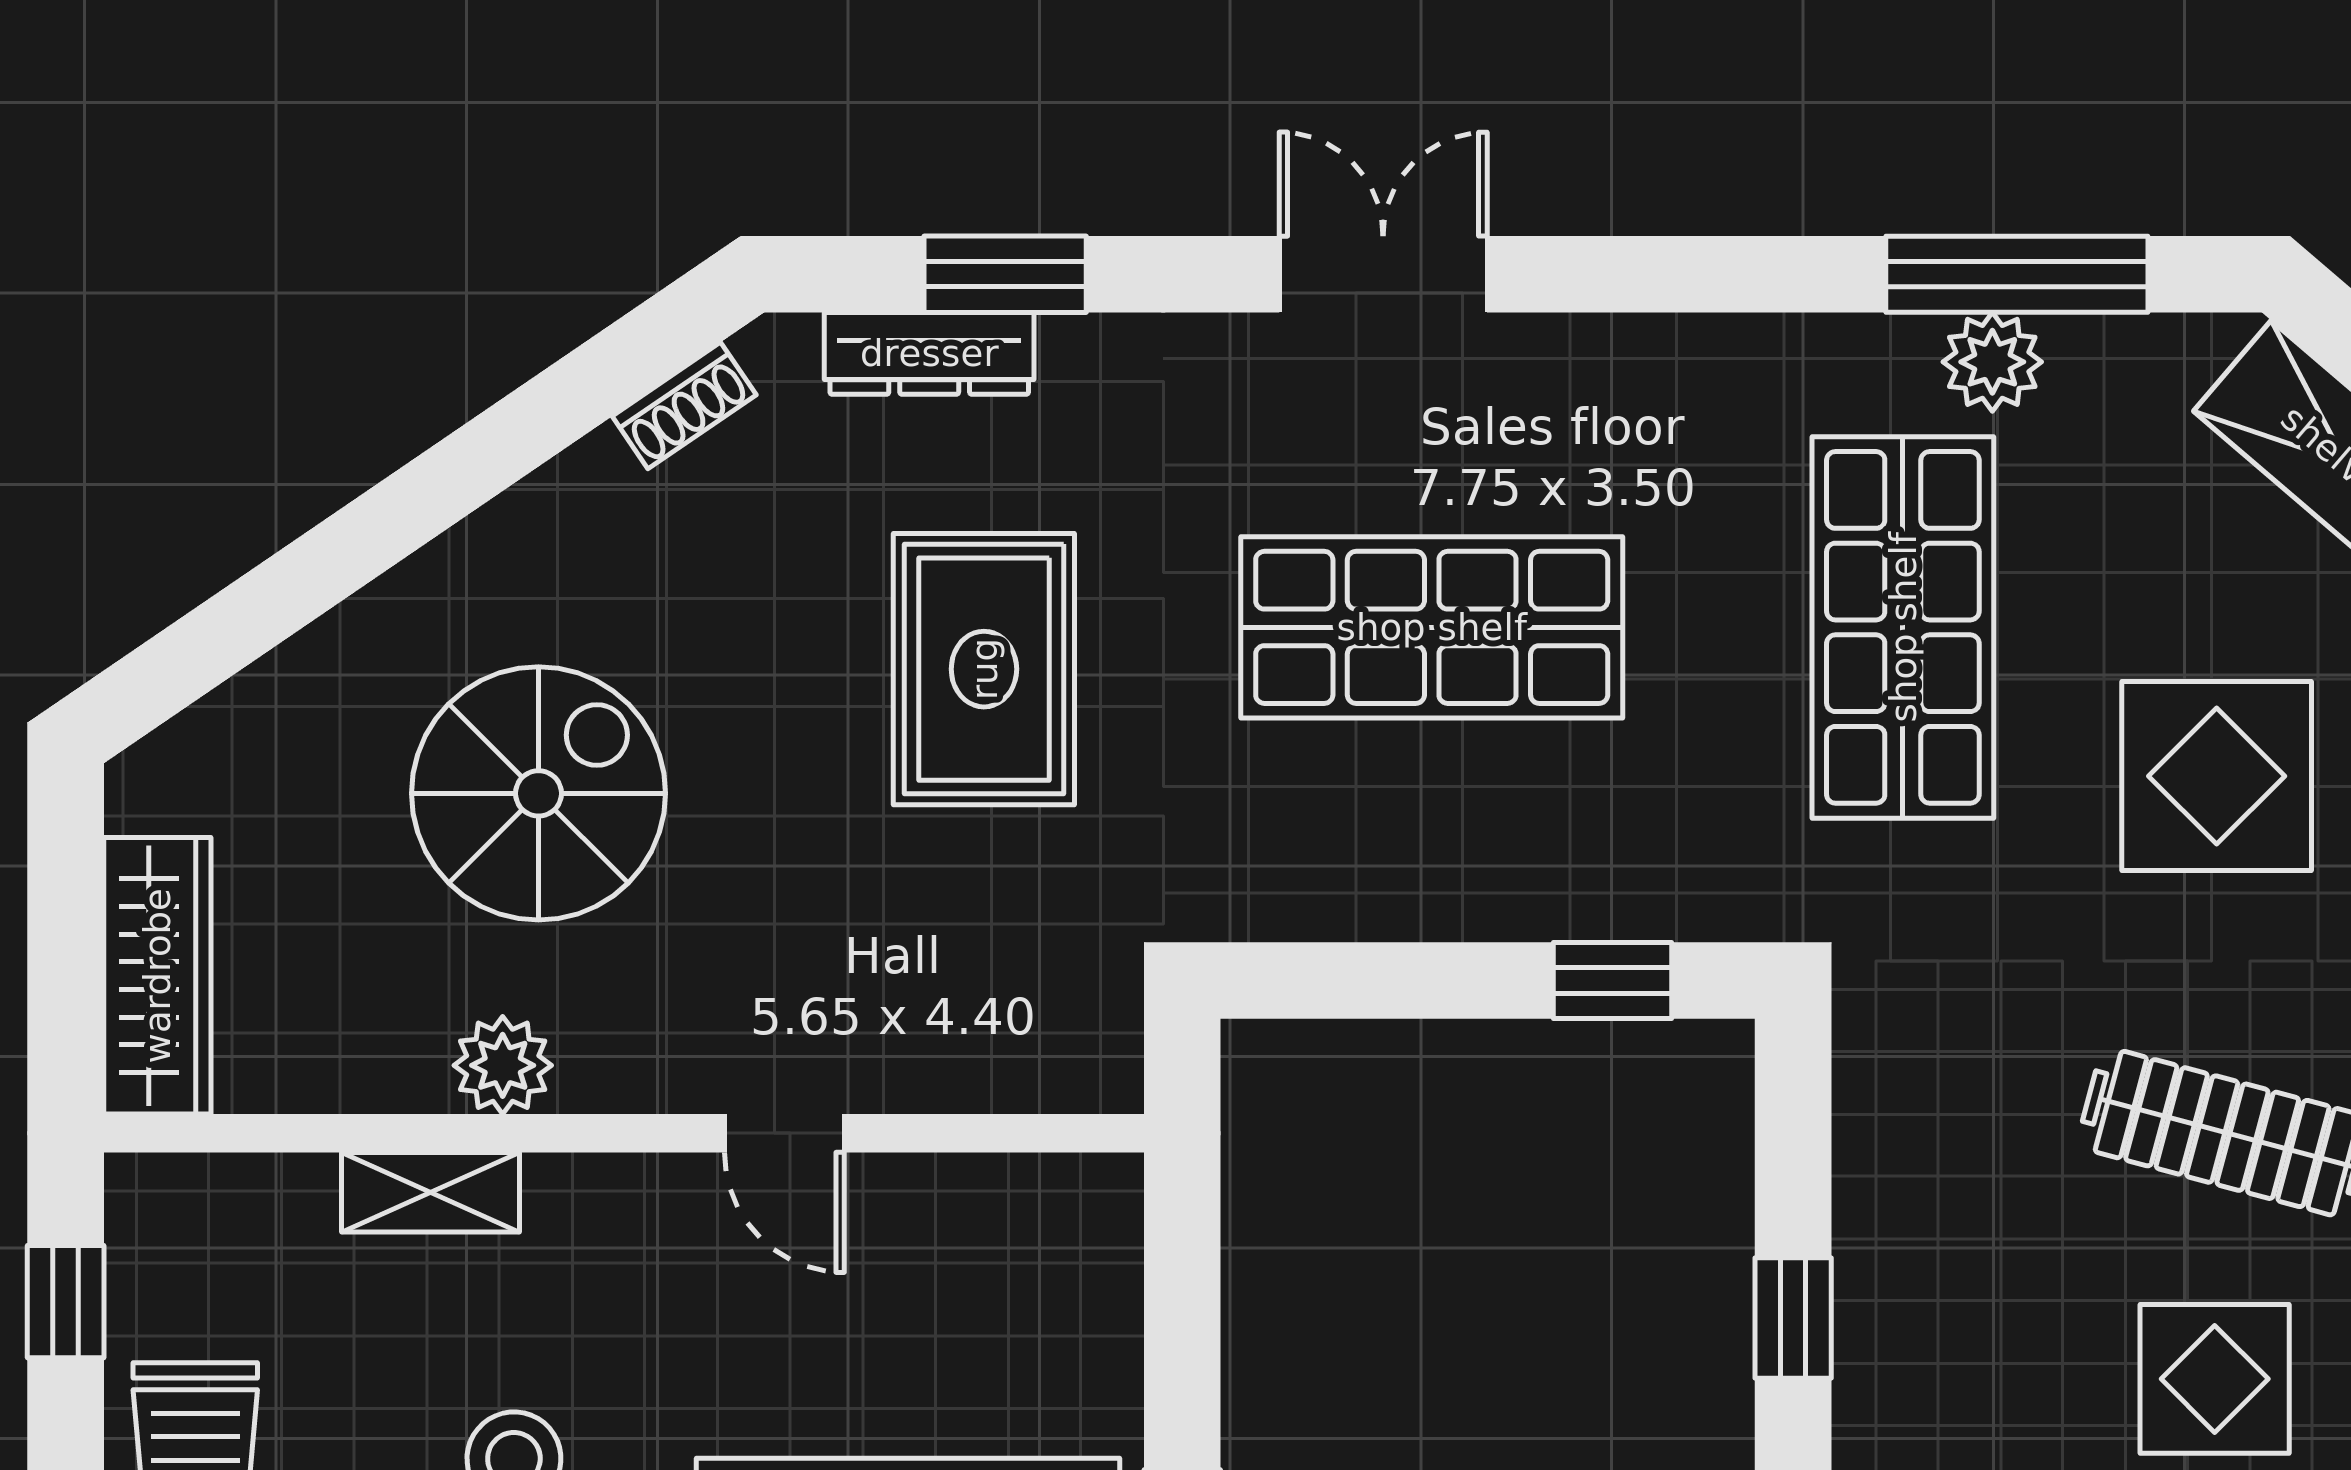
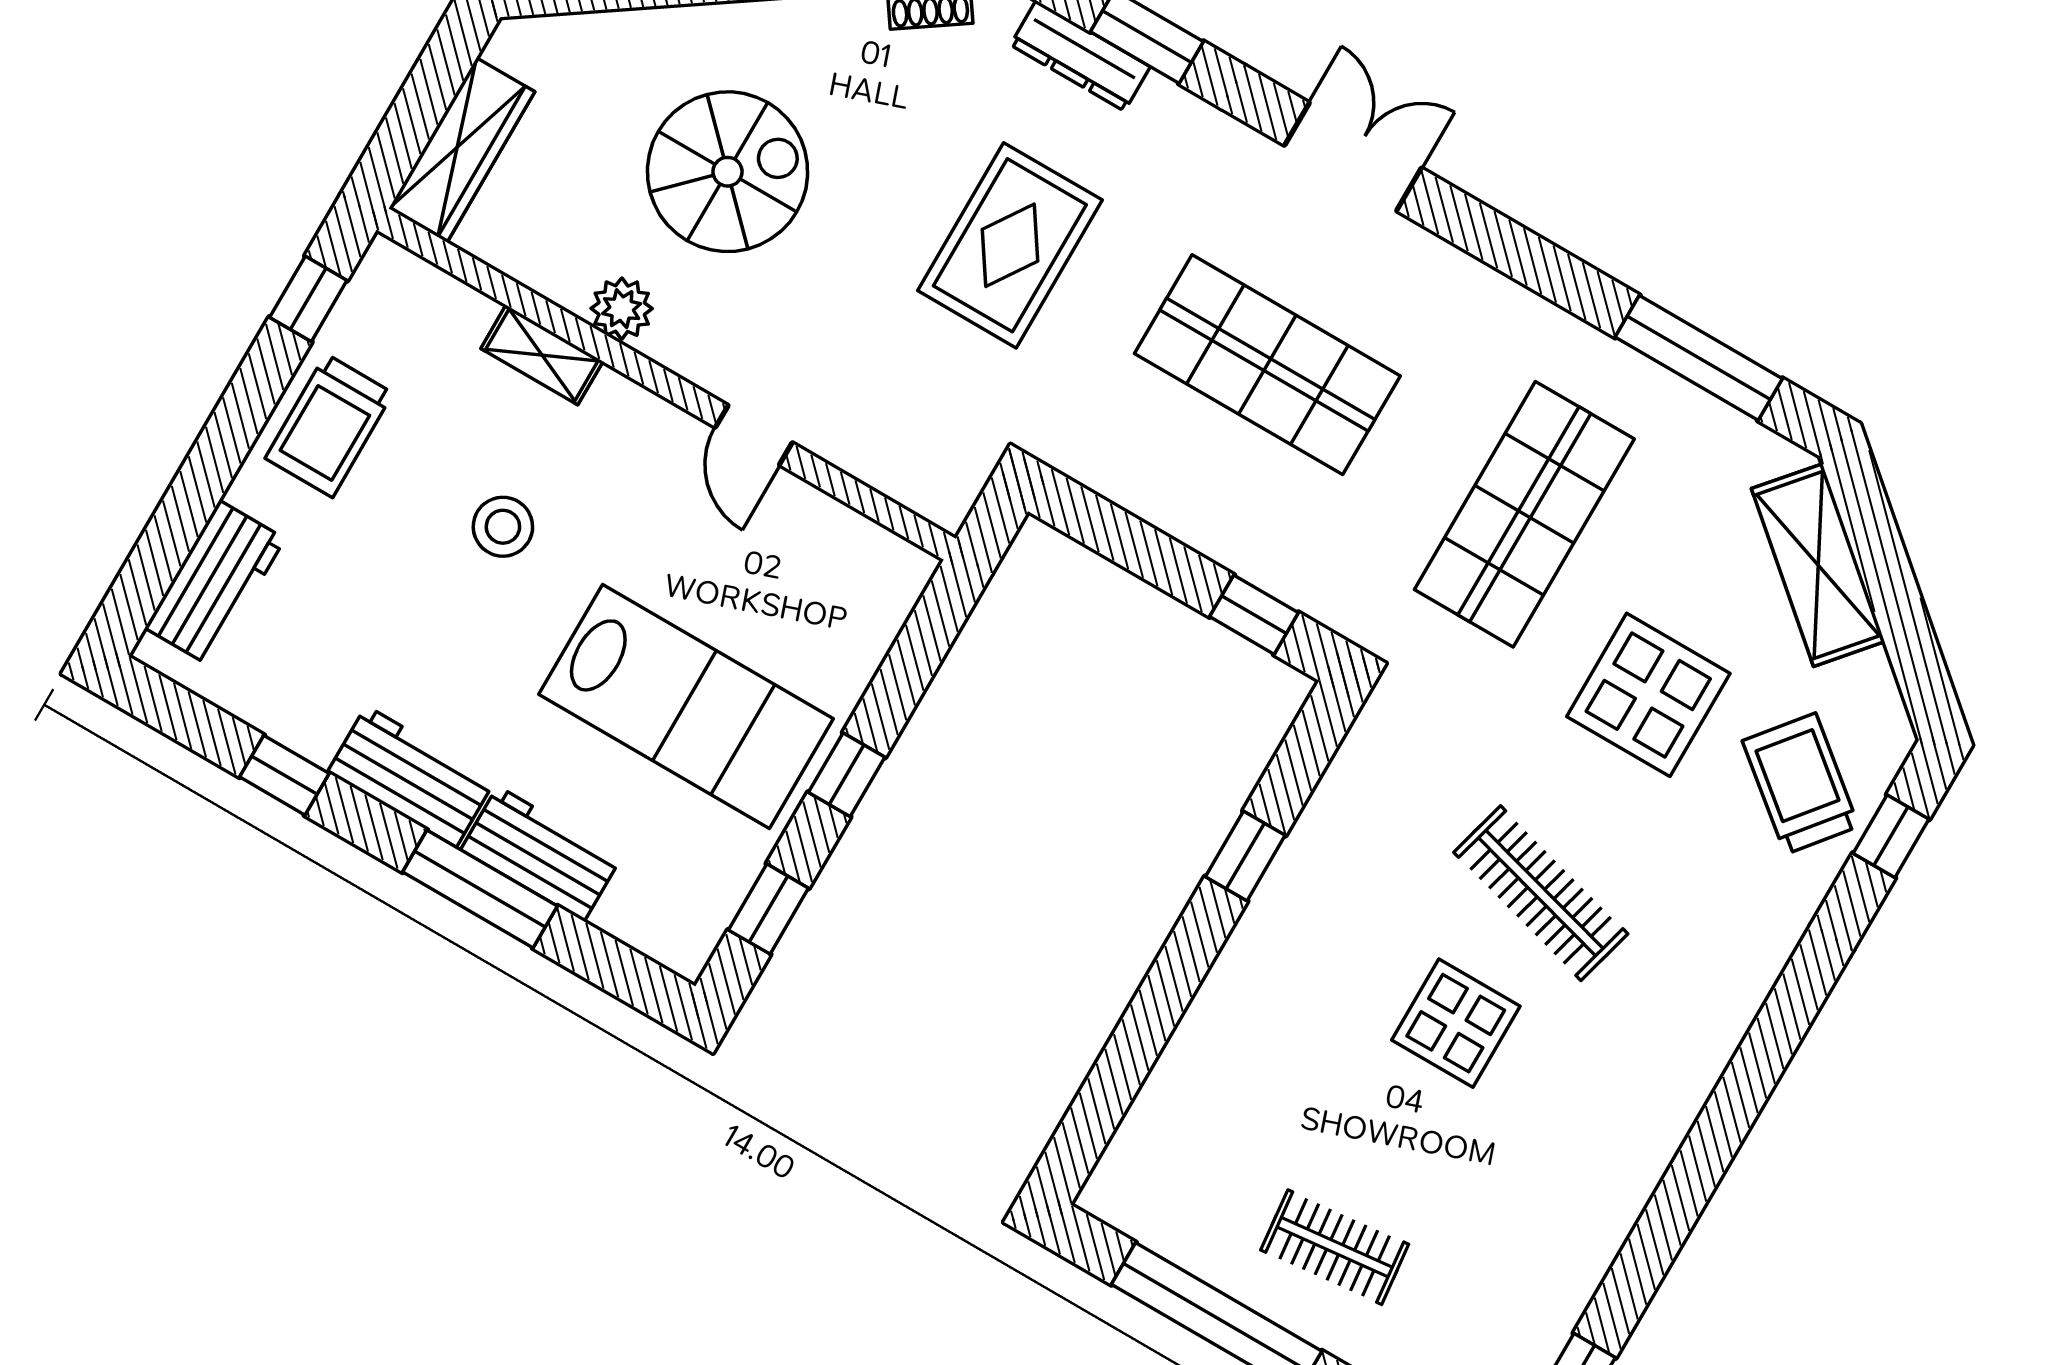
plant: (1992, 362) -> (1657, 398), removed

